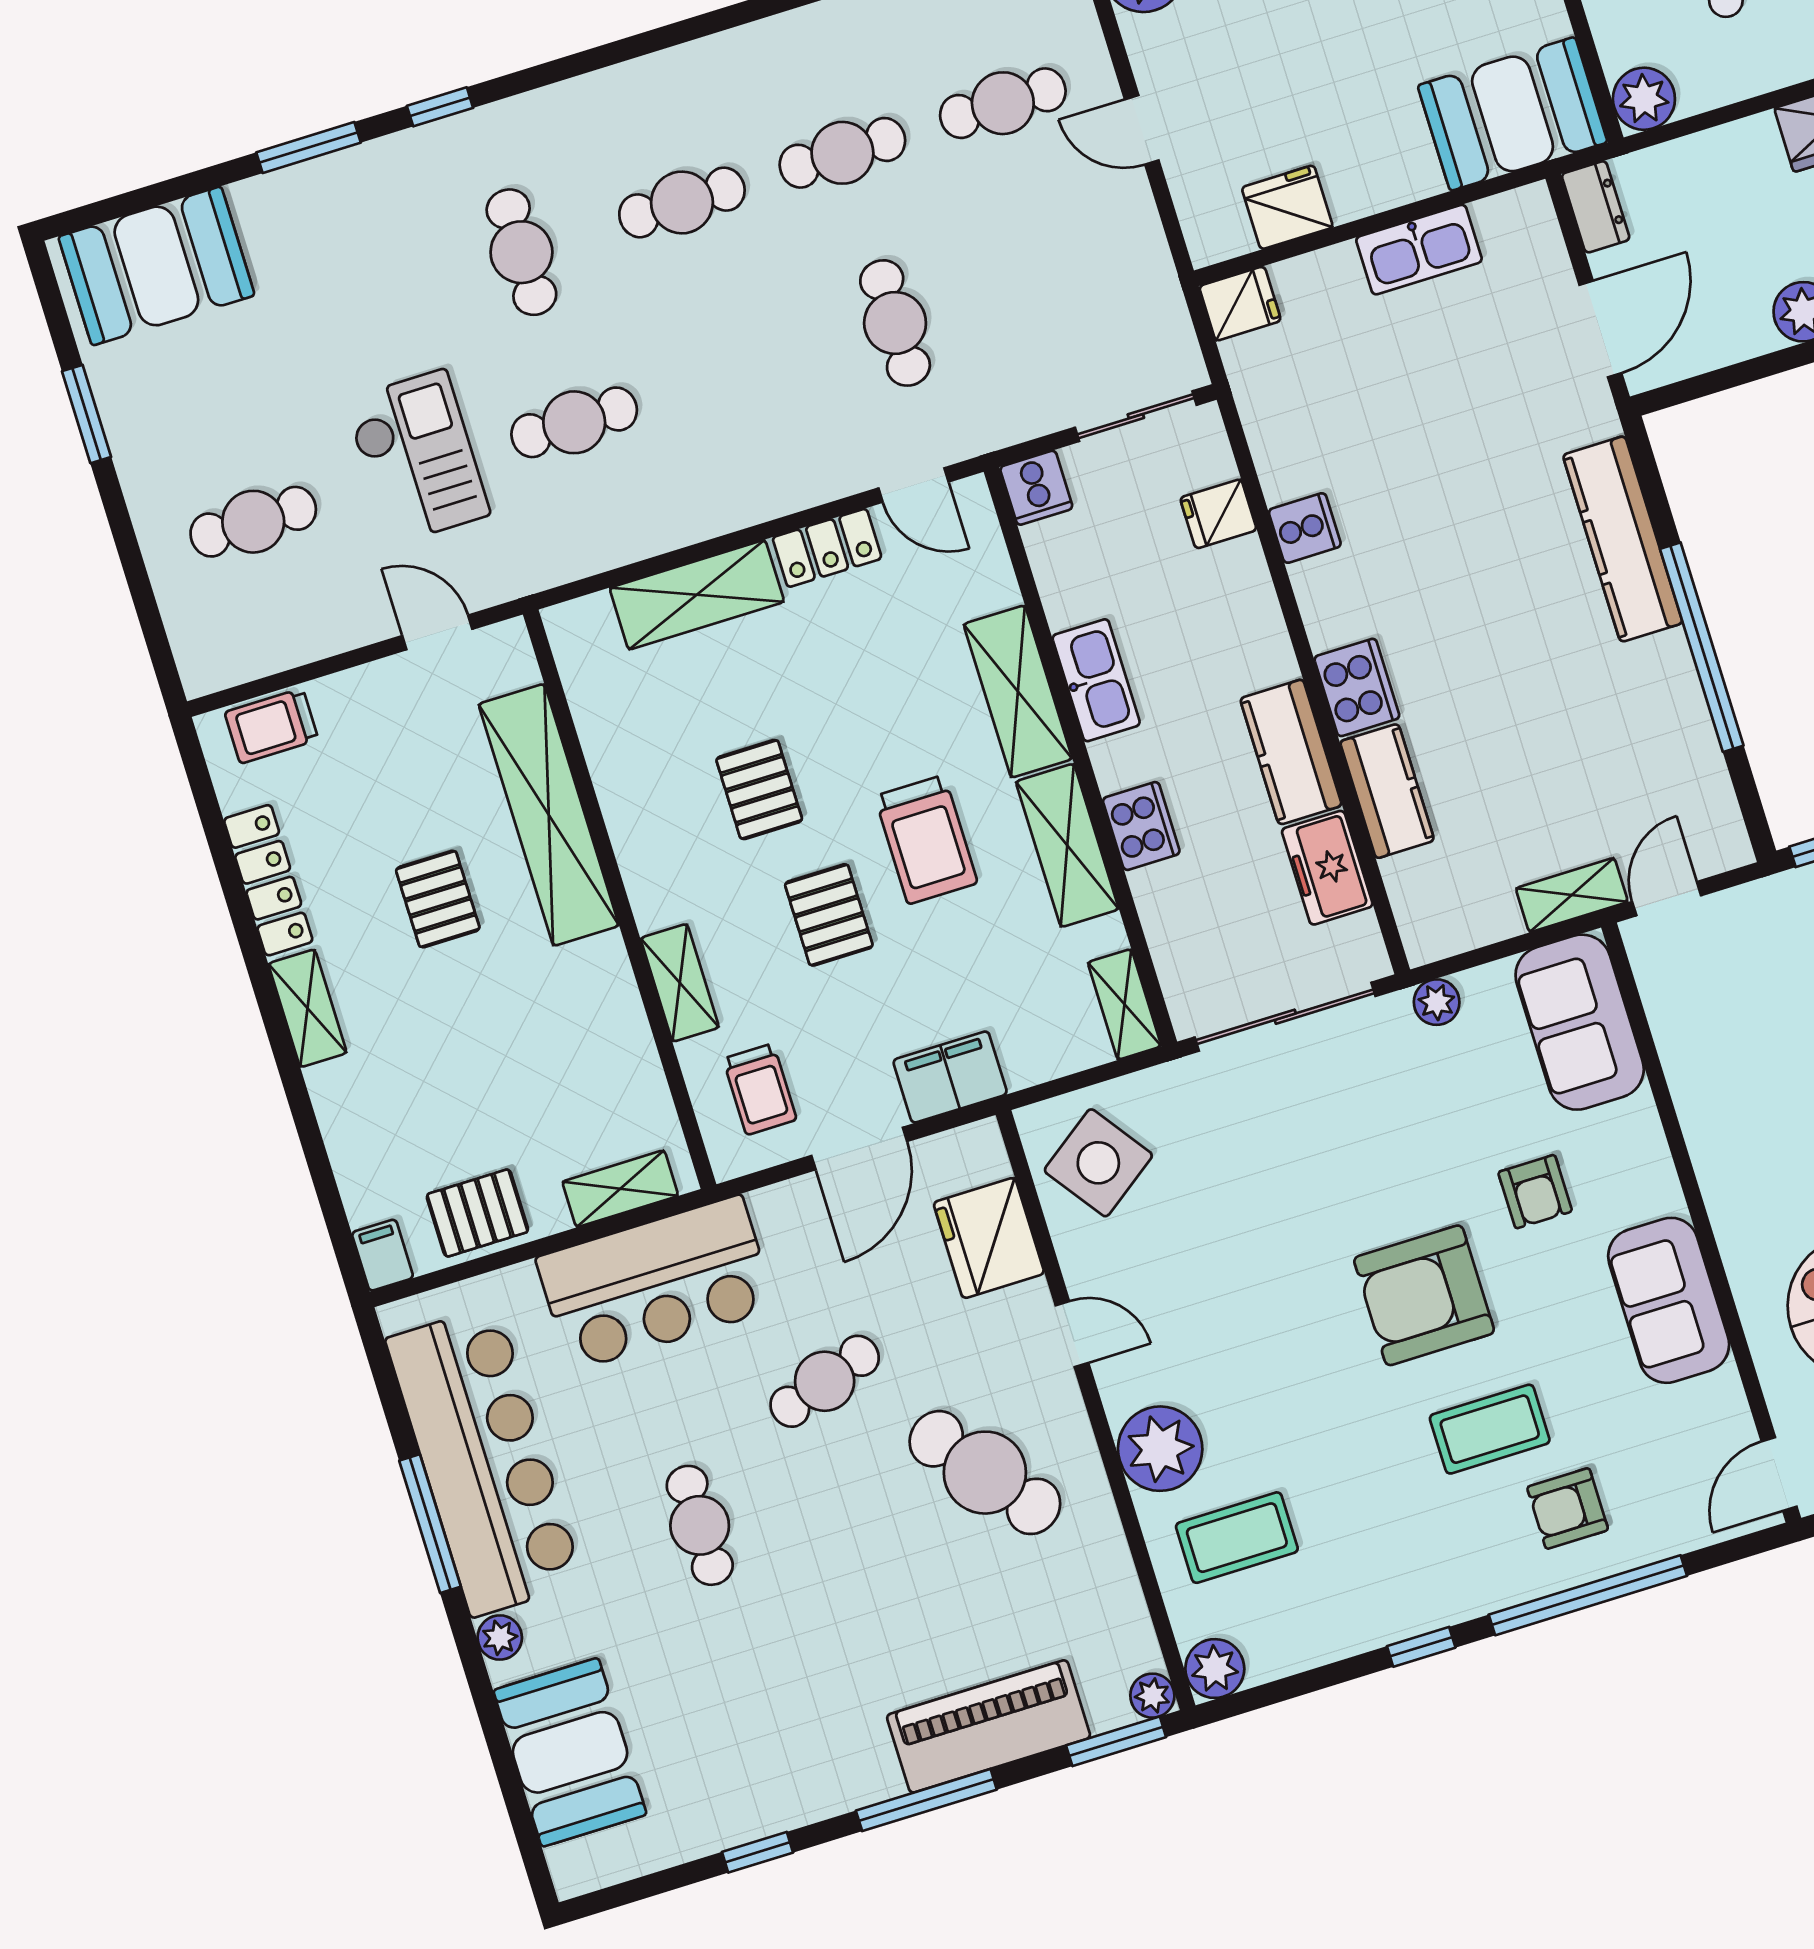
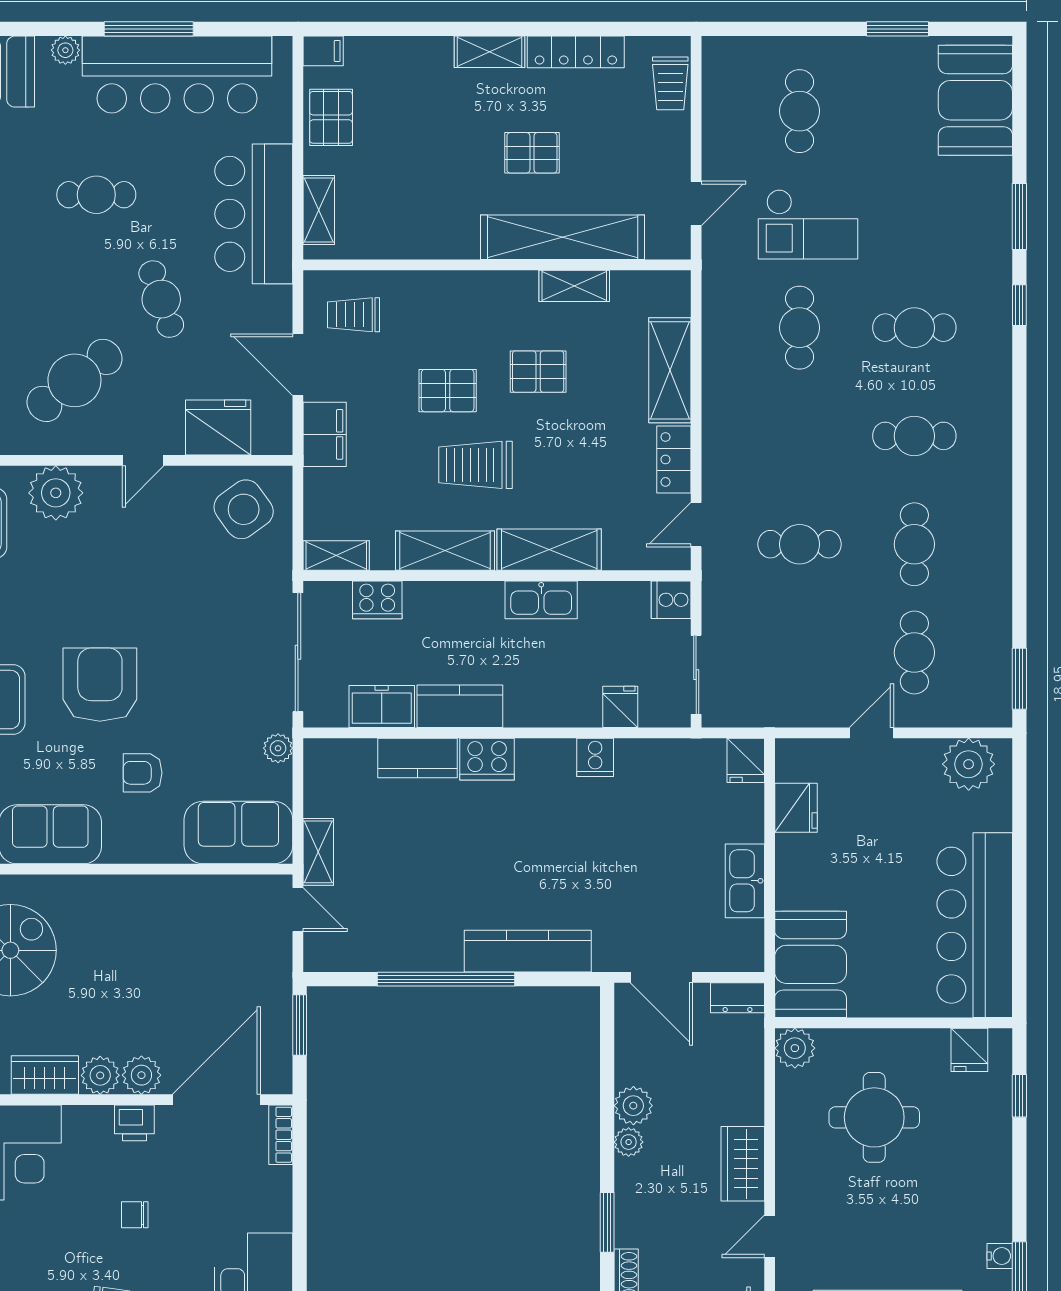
cafe table: (682, 202) -> (914, 436), turned 90
trolley: (271, 726) -> (670, 83), turned 180
cooker: (1141, 826) -> (377, 600), moved
shelving: (680, 983) -> (574, 286), moved

